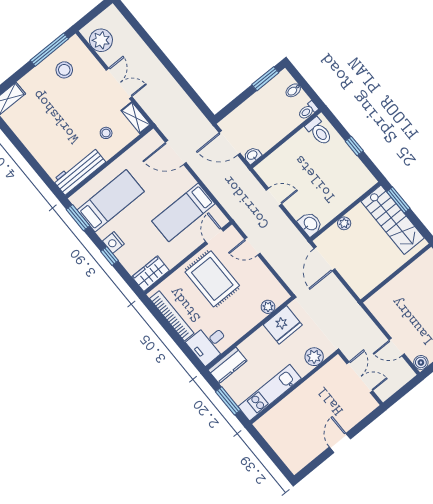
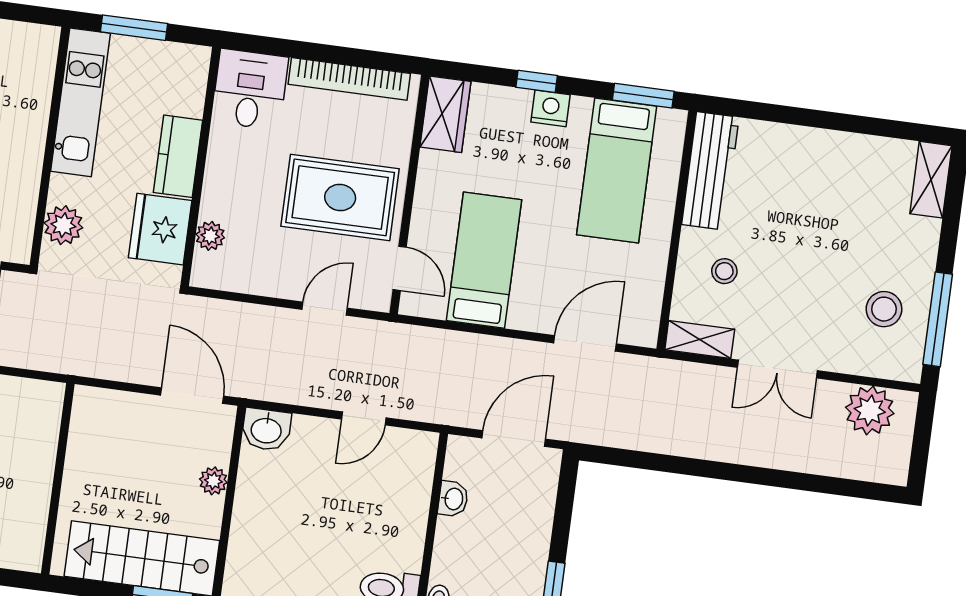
washbasin: (252, 155) -> (453, 499), moved
kitchen counter: (227, 365) -> (178, 156), moved

